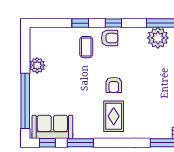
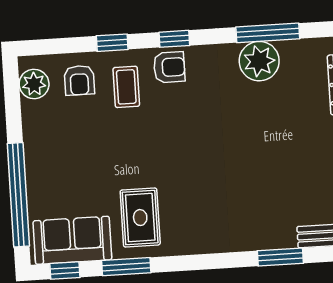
plant: (37, 65) -> (34, 84), moved
armchair: (114, 85) -> (79, 80), moved
rug: (114, 116) -> (140, 218), moved

